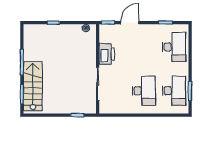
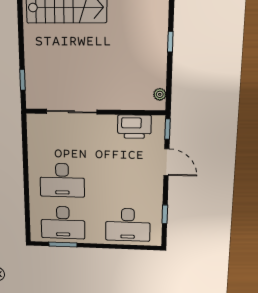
printer: (107, 54) -> (134, 127), moved

